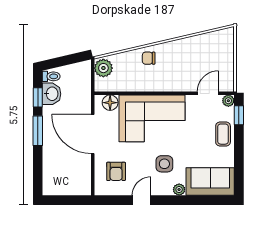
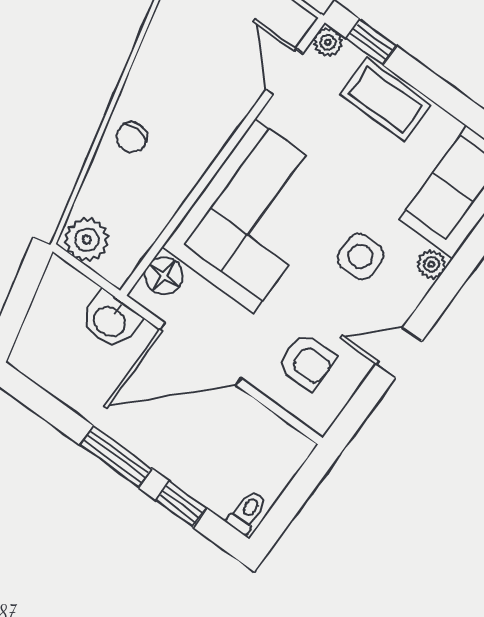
toilet: (51, 76) -> (247, 512), moved
washbasin: (52, 94) -> (110, 320), moved, turned 180
window: (38, 97) -> (181, 504), moved
coffee table: (223, 134) -> (385, 100), width x1.36, depth x1.30
door: (142, 200) -> (399, 353), hinge flipped

